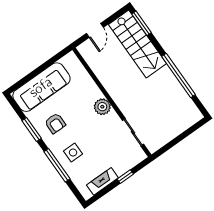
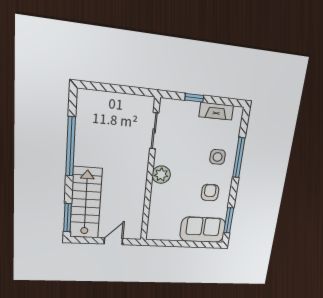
sofa: (41, 87) -> (203, 230), width x0.73
window: (32, 129) -> (229, 220), moved

